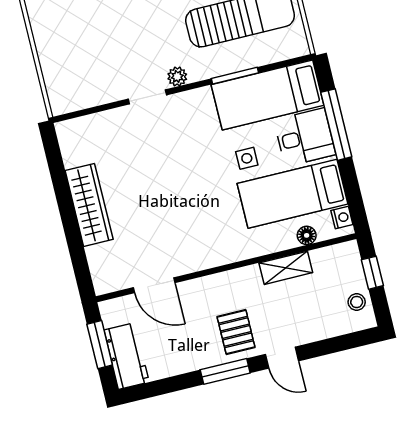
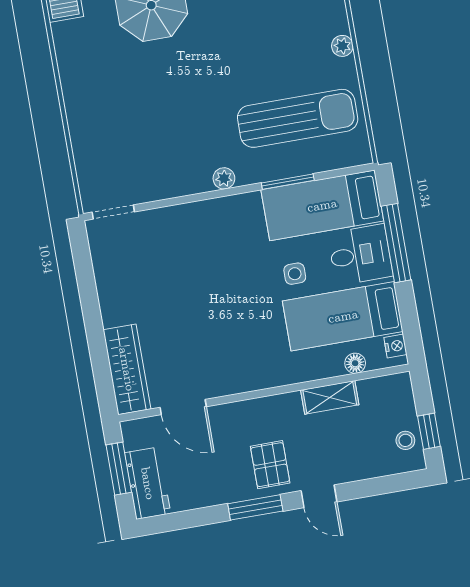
doorway: (147, 97) -> (113, 212), moved
wardrobe: (89, 205) -> (127, 369), moved
window: (372, 273) -> (429, 431), moved

